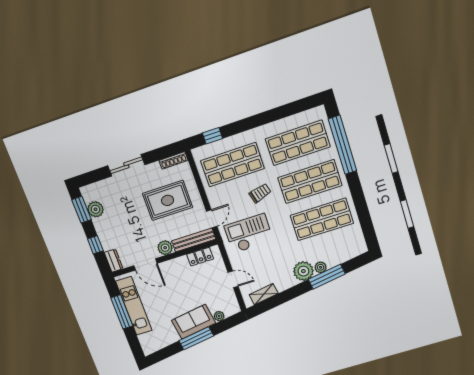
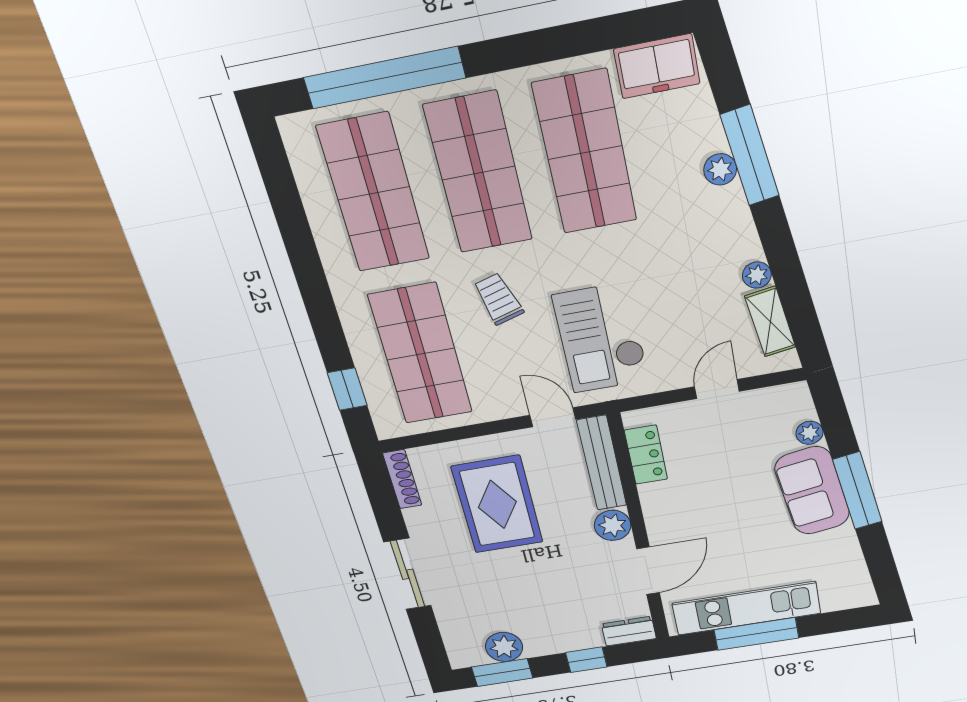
freezer: (356, 240) -> (657, 66), added
plant: (303, 271) -> (757, 275), moved, width x0.53, depth x0.53

